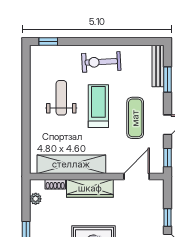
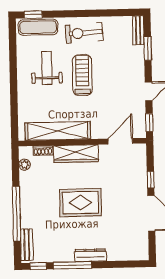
bench: (158, 66) -> (138, 30), width x0.73
exercise mat: (135, 118) -> (38, 27), moved, turned 90

